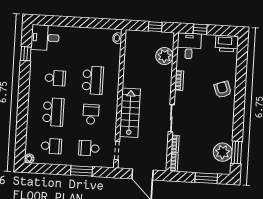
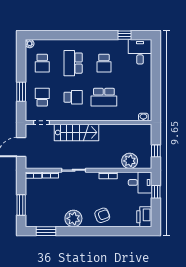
school desk: (53, 112) -> (73, 63), turned 90
plant: (223, 152) -> (73, 218), moved

